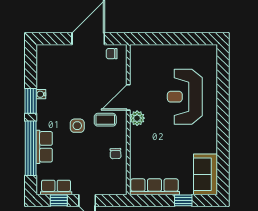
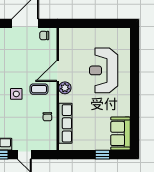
row of seats: (154, 187) -> (65, 123), moved, turned 90

